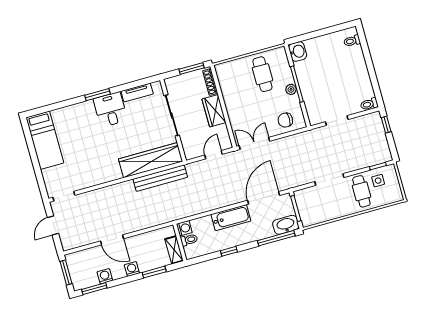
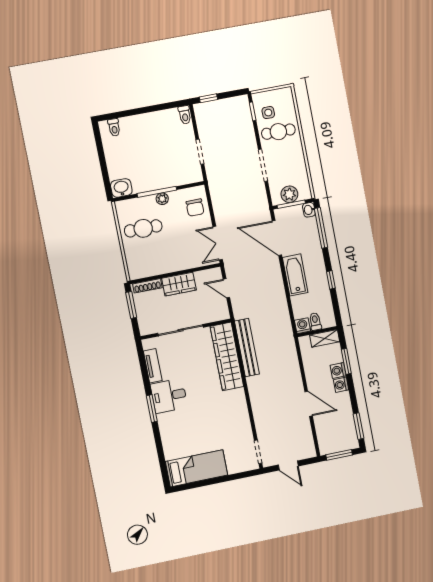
plant: (305, 206) -> (289, 194), added
washbasin: (286, 225) -> (309, 210), width x0.52, depth x0.69
door: (112, 240) -> (309, 404), hinge flipped
washing machine: (105, 276) -> (338, 370), moved

